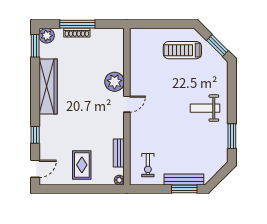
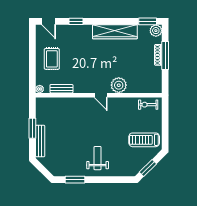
treadmill: (182, 50) -> (144, 140), turned -90
rug: (82, 165) -> (52, 59), turned 90
exercise bike: (148, 165) -> (148, 105), moved
window: (184, 189) -> (32, 128), moved

